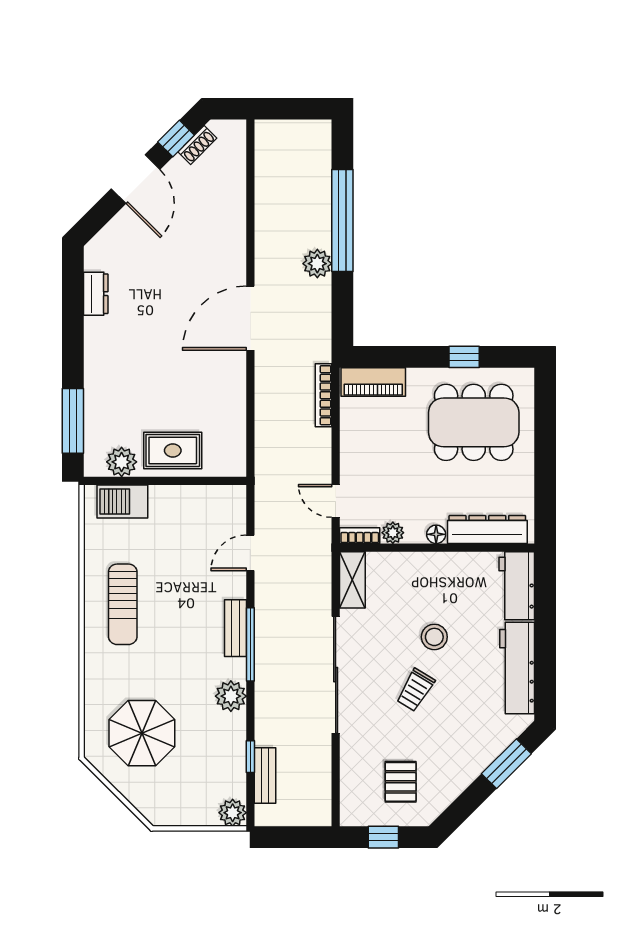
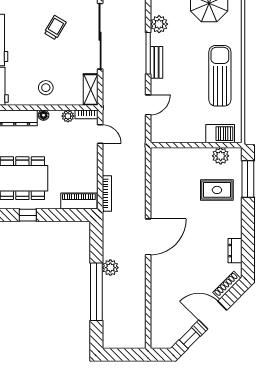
shoe rack: (197, 145) -> (227, 285), moved, width x1.43
door: (136, 179) -> (213, 315), hinge flipped
rug: (173, 451) -> (217, 190), moved
sun lounger: (123, 604) -> (220, 76), width x1.36, depth x1.34
stool: (434, 637) -> (46, 88), moved

